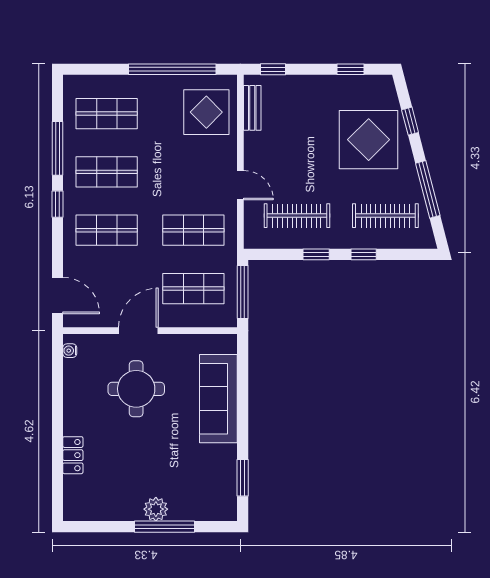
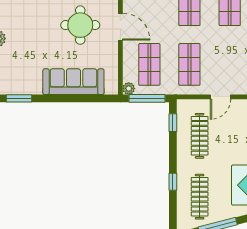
window: (316, 254) -> (173, 123), moved
plant: (228, 319) -> (129, 88), added

